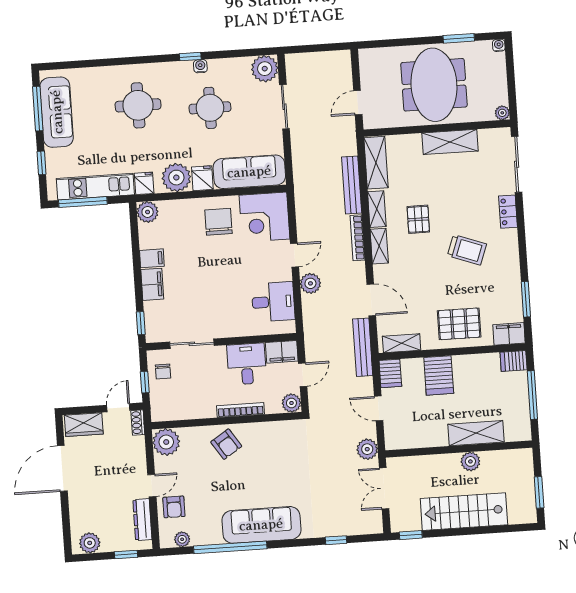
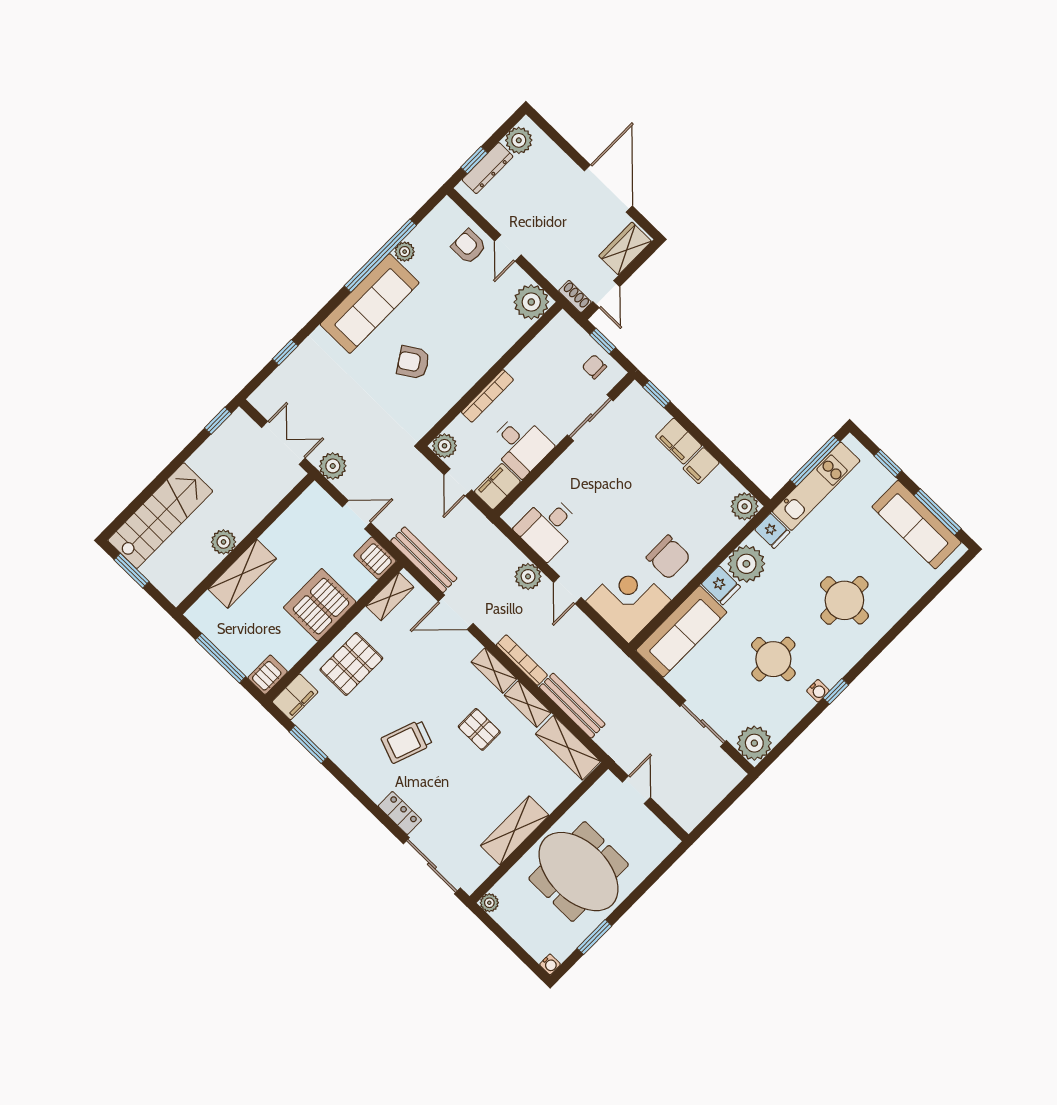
server rack: (439, 375) -> (320, 605), width x1.60
armchair: (226, 444) -> (413, 362), moved
stairs: (464, 512) -> (160, 516), moved
dresser: (142, 520) -> (487, 168), moved, turned 90
plant: (182, 539) -> (405, 252), moved

